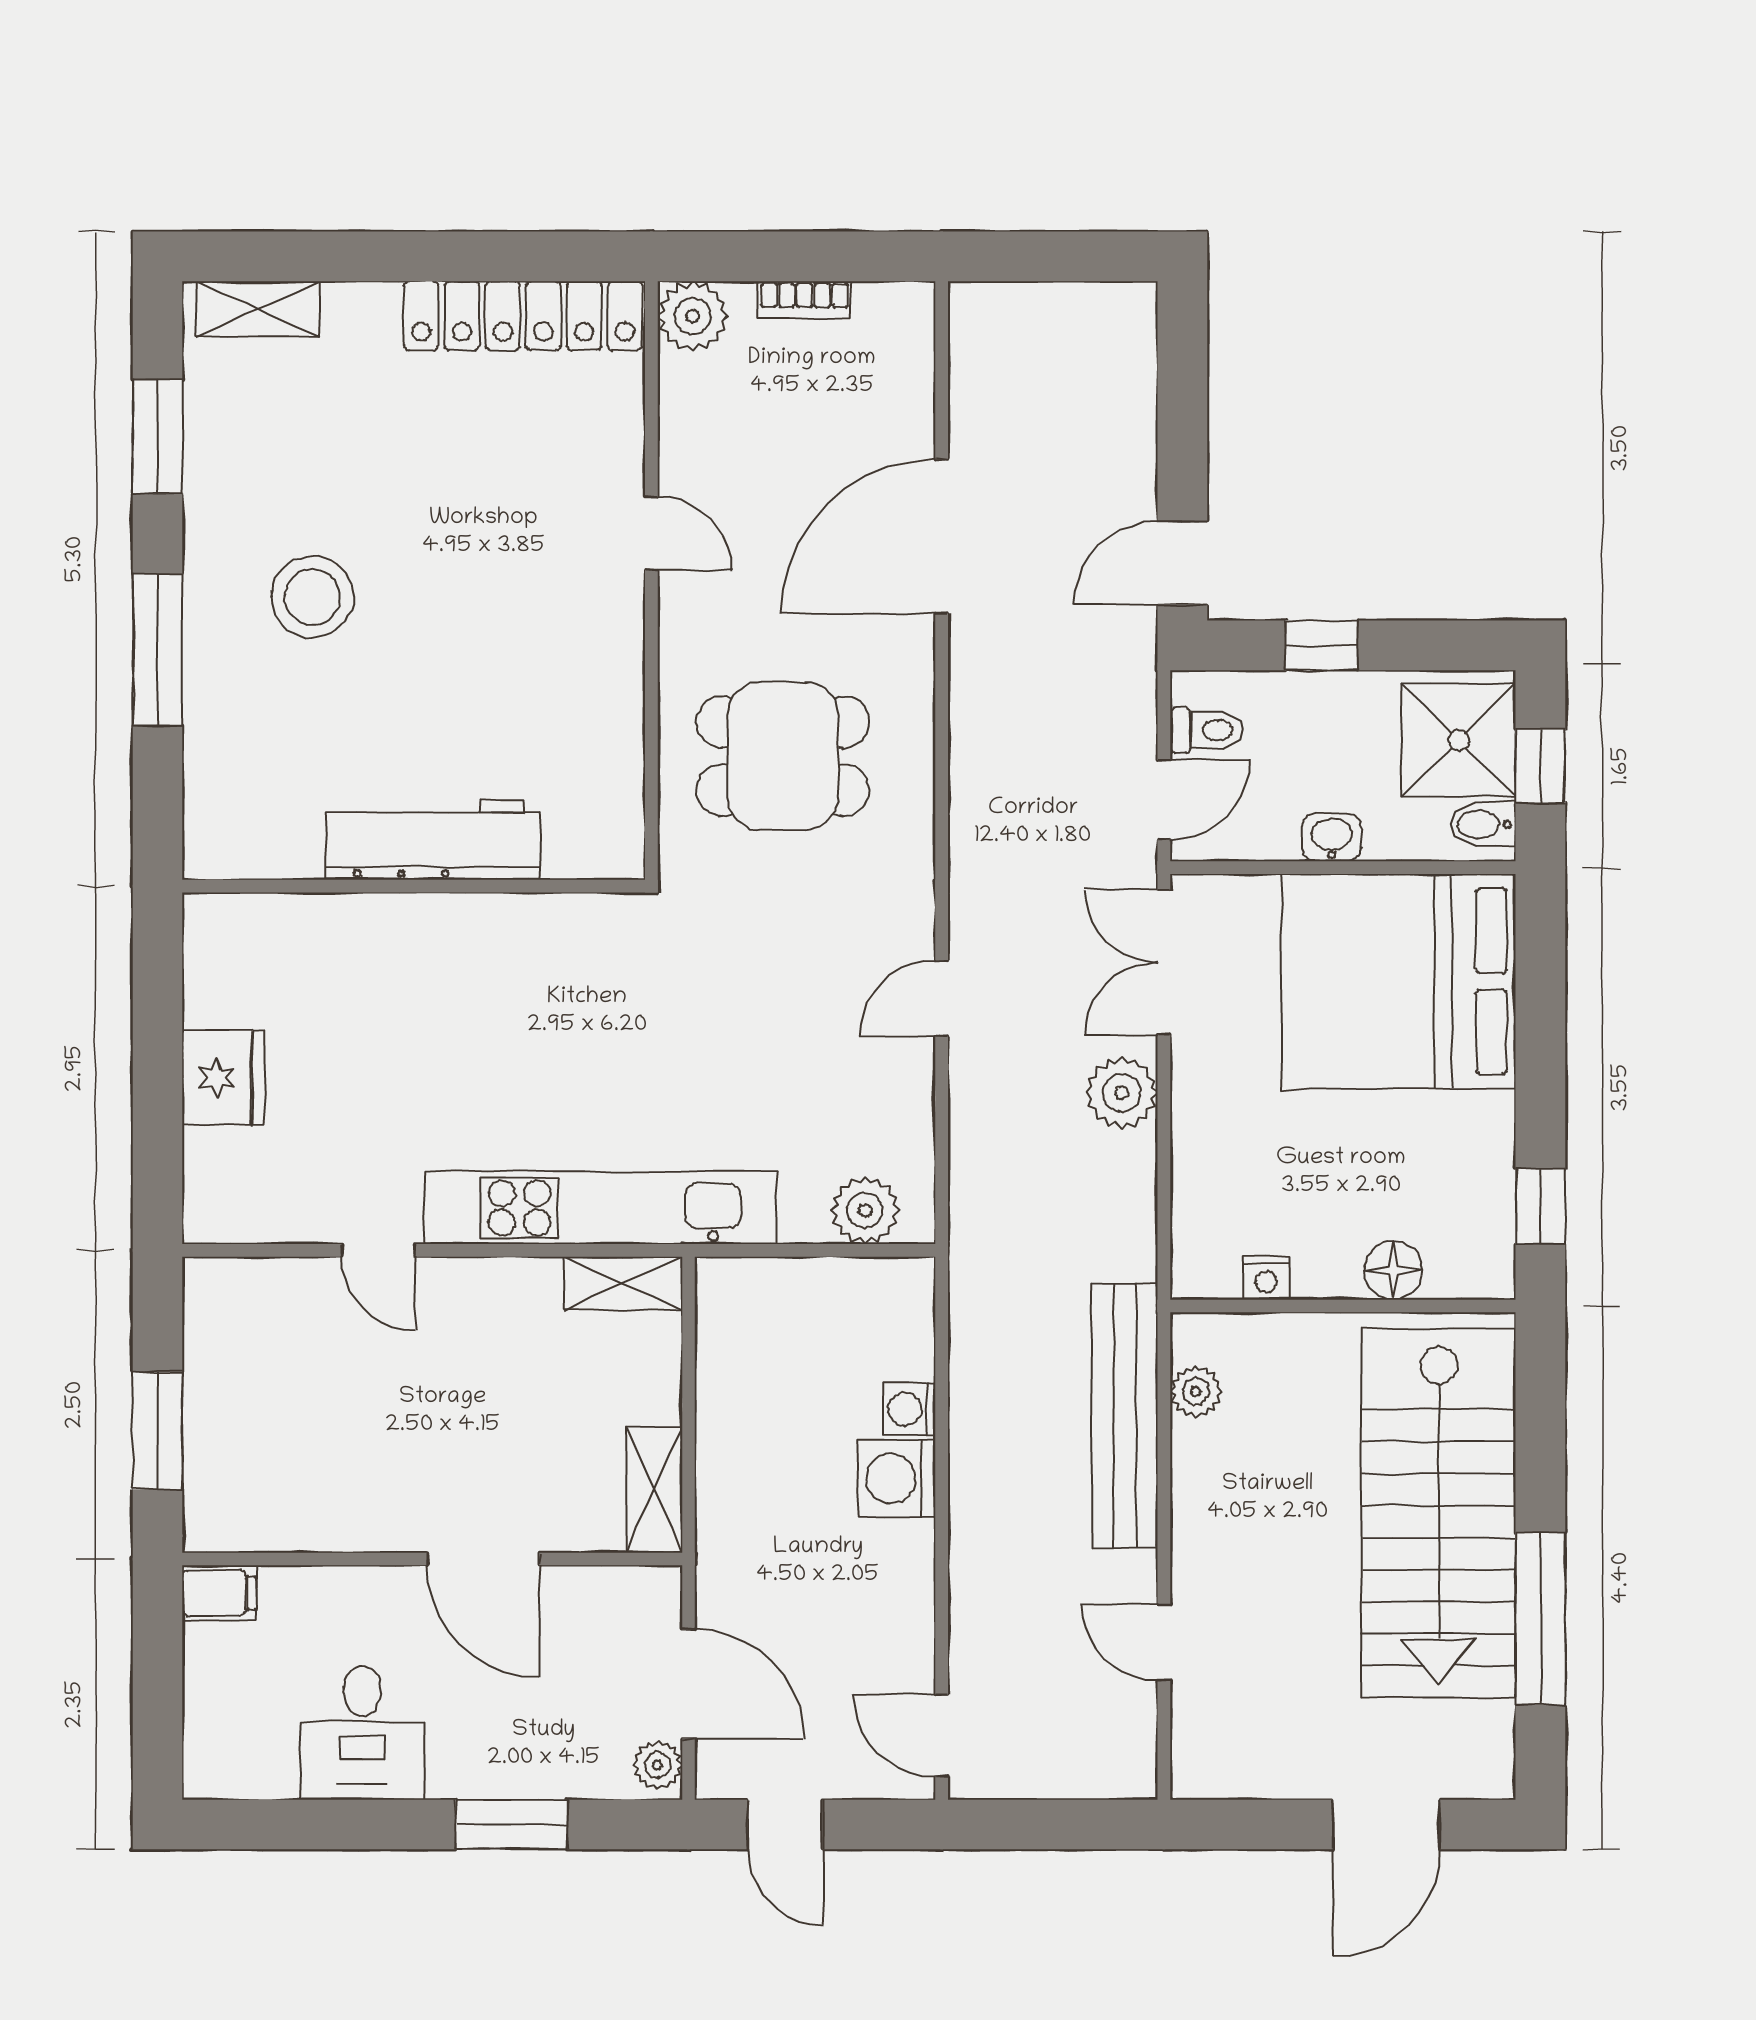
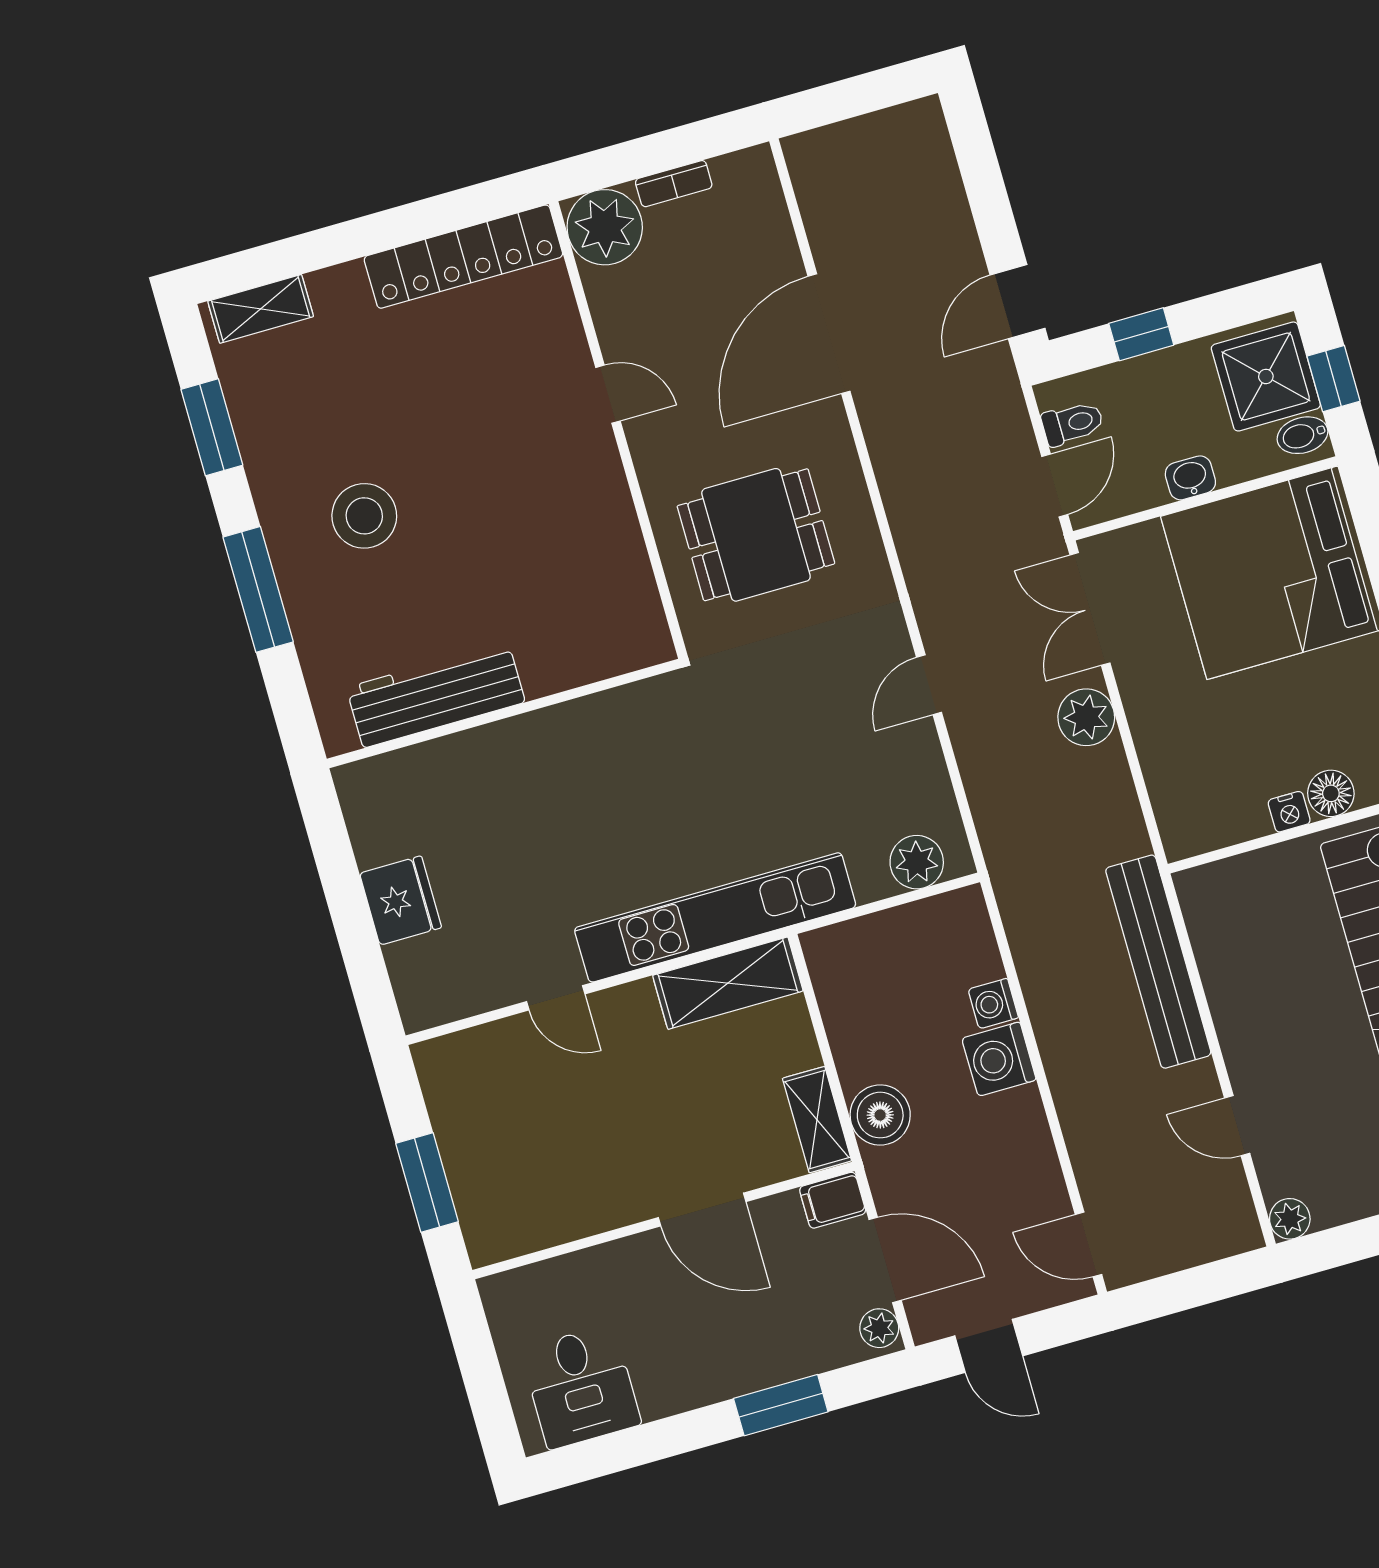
plant: (693, 316) -> (605, 227), width x1.36, depth x1.36
workbench: (433, 840) -> (436, 695), moved
nightstand: (1266, 1278) -> (1289, 812), moved
shelving: (623, 1283) -> (728, 983), width x1.50, depth x1.33
plant: (1196, 1391) -> (1290, 1219), moved
boiler: (733, 1506) -> (880, 1115), added
filing cabinet: (219, 1593) -> (833, 1200), moved, turned 180
desk: (362, 1733) -> (581, 1387), moved

